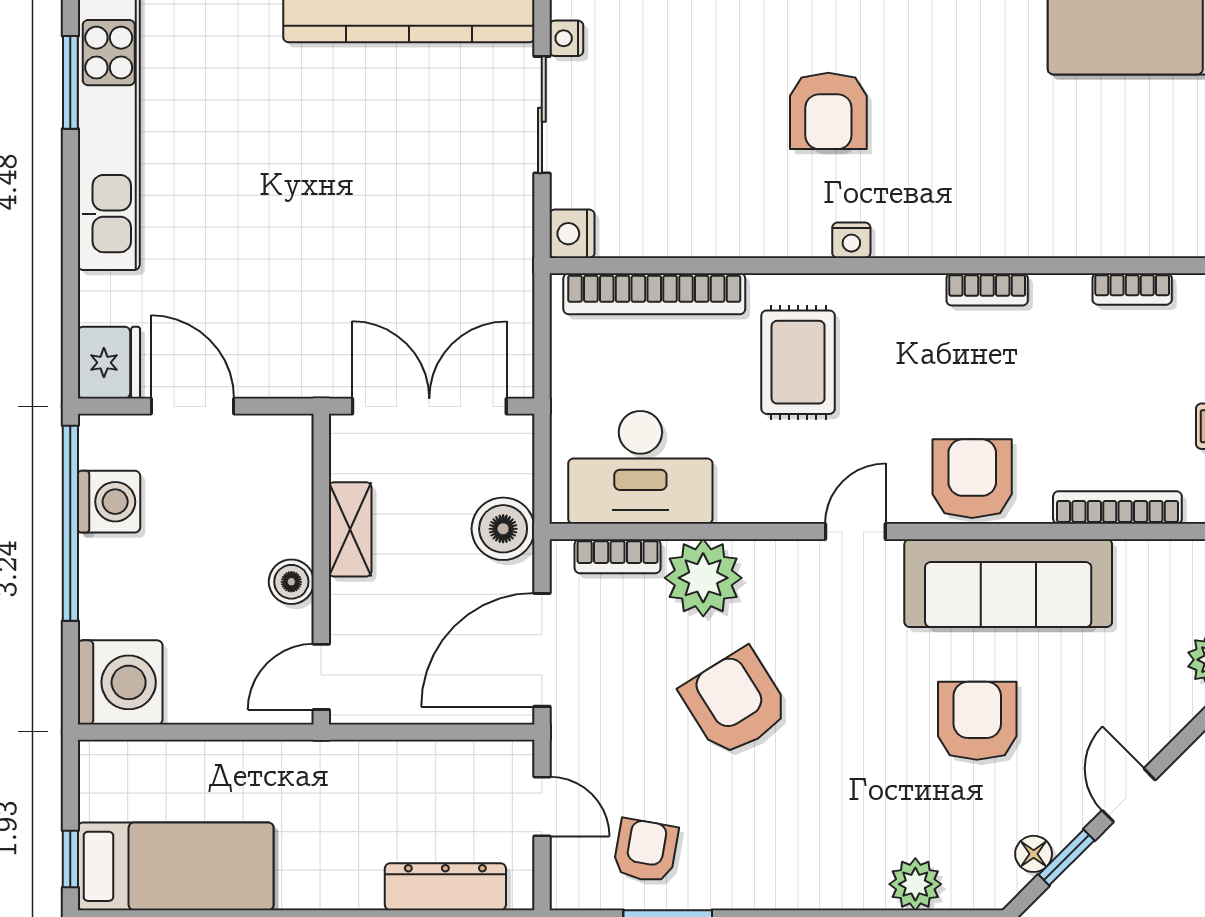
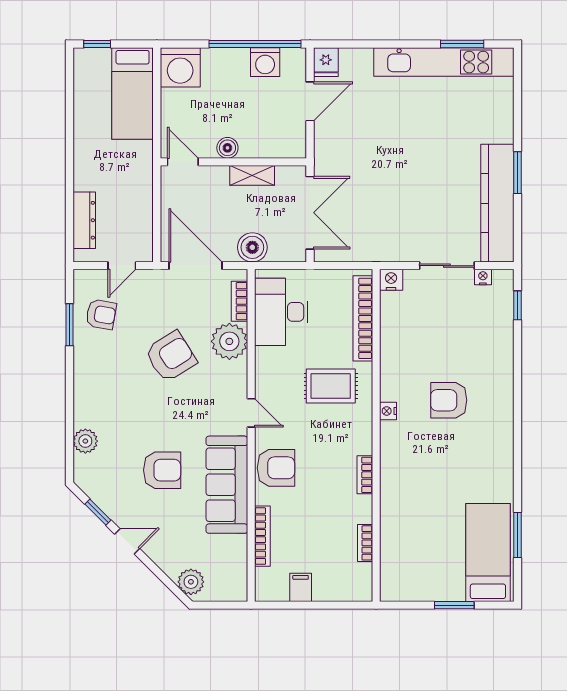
fridge: (109, 363) -> (326, 62), width x0.72
floor lamp: (1034, 854) -> (100, 497), removed
bed: (176, 866) -> (133, 93), moved

